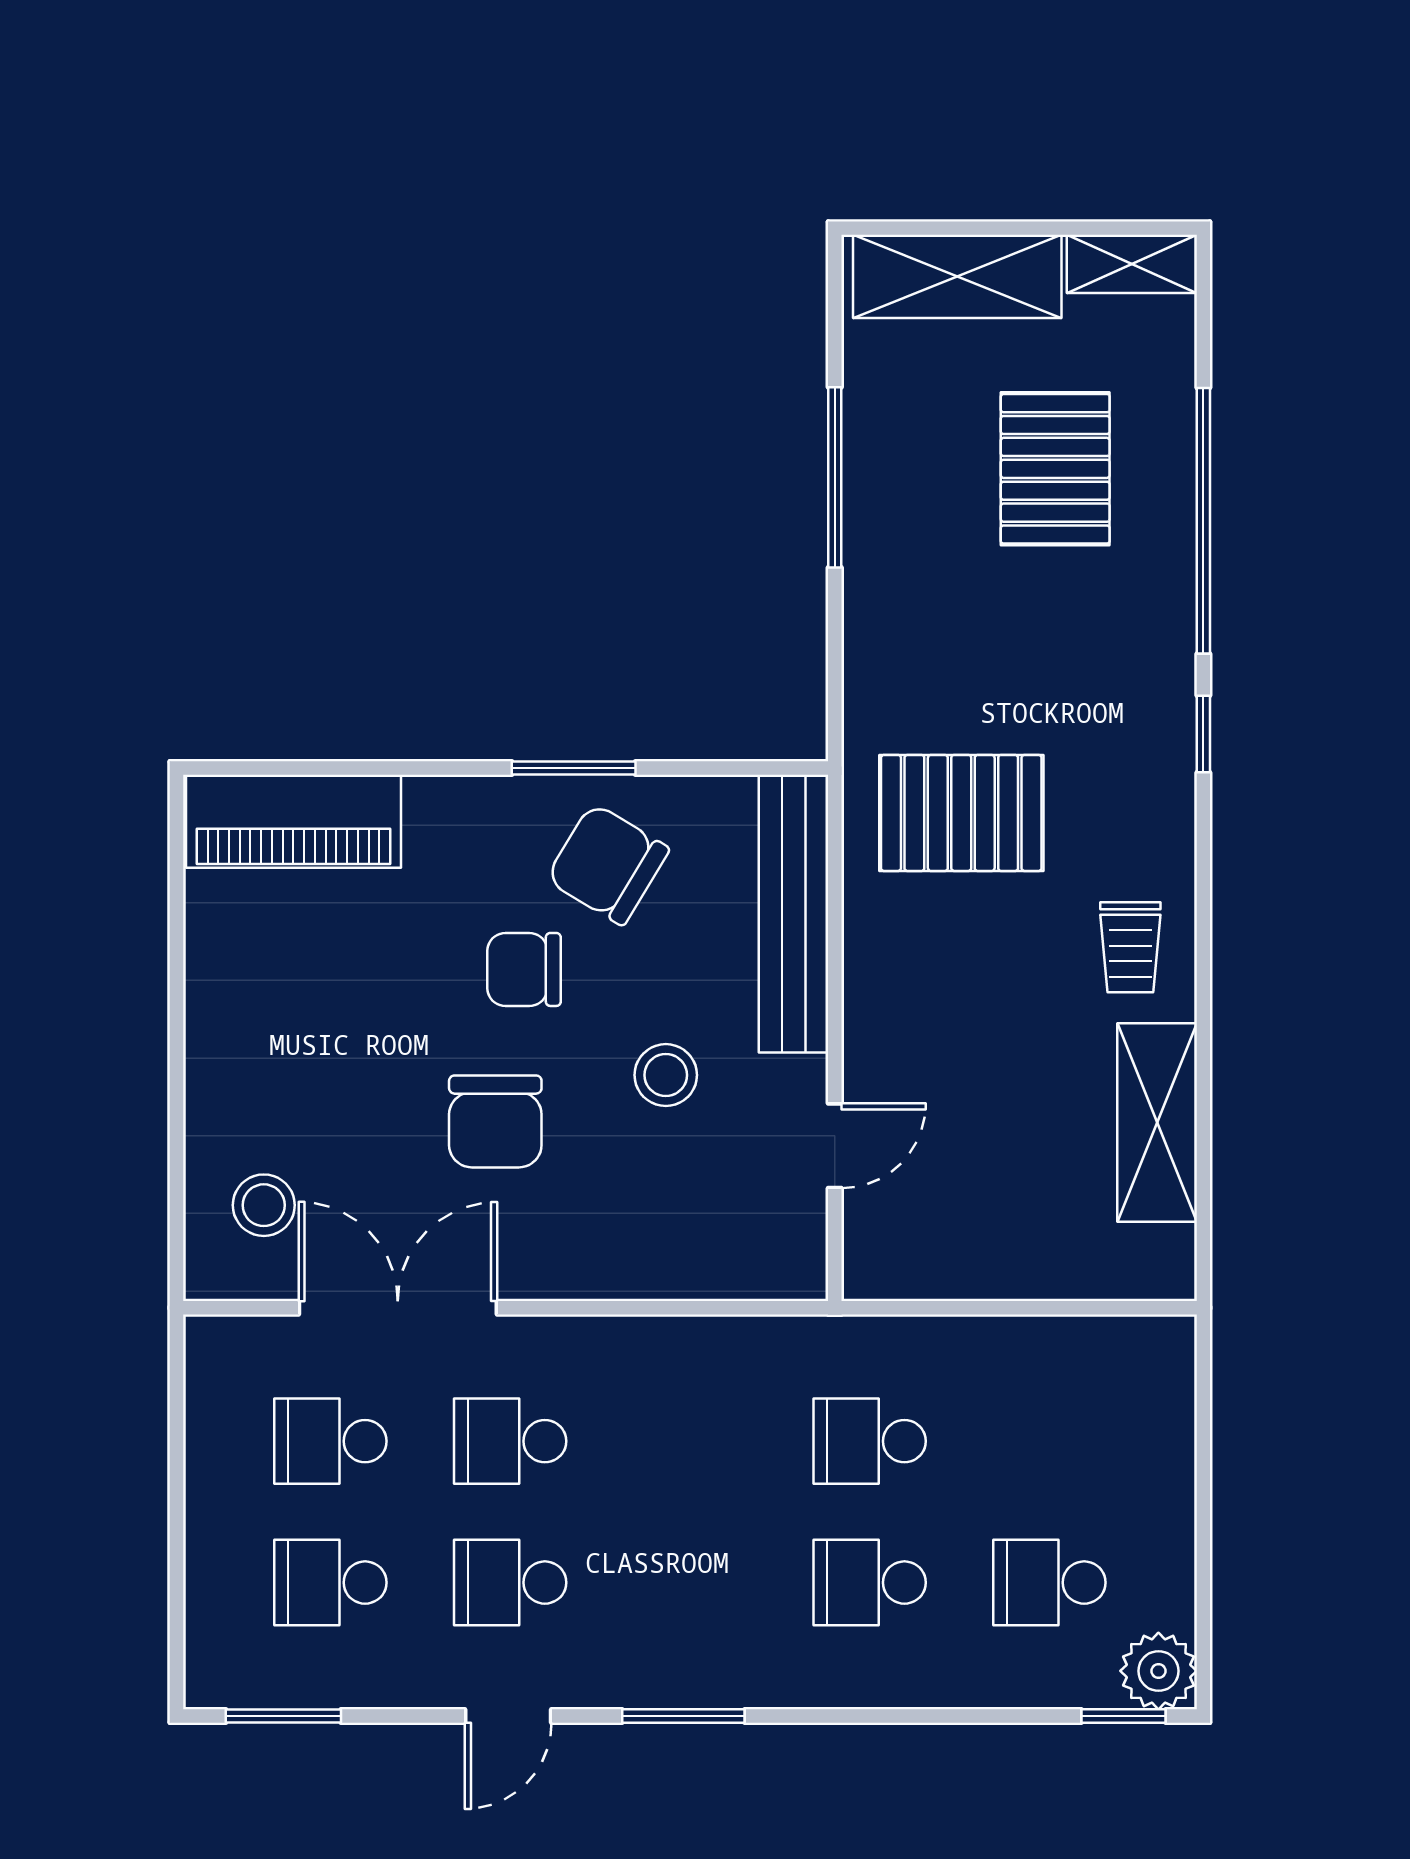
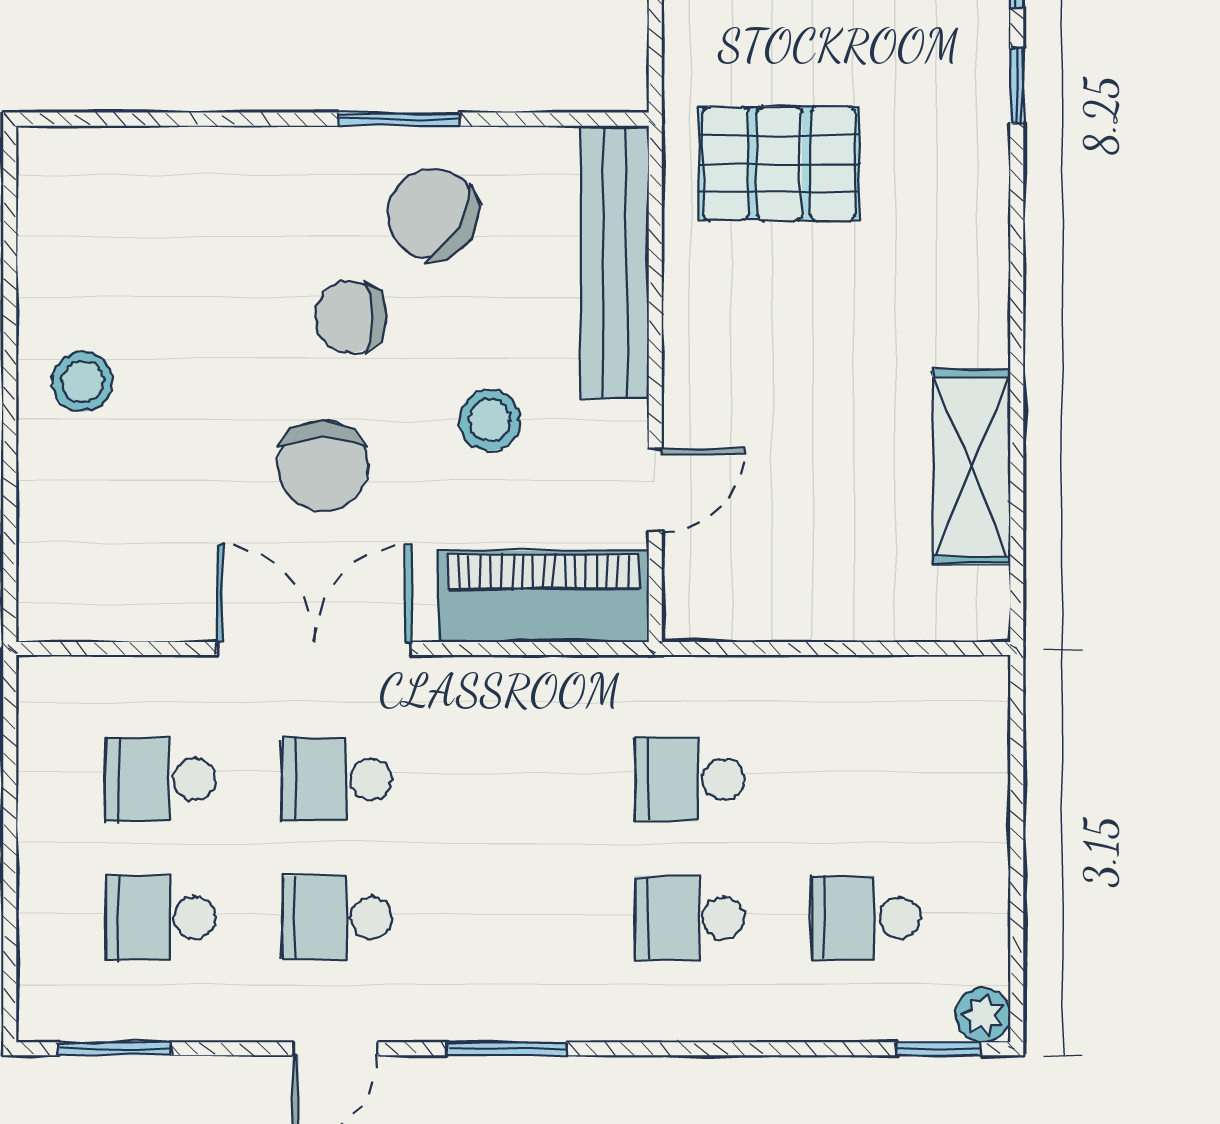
piano: (293, 821) -> (544, 596), moved, turned 180
trolley: (1130, 947) -> (945, 295), removed
stool: (264, 1205) -> (83, 381), moved
double door: (398, 1308) -> (314, 649), moved
plant: (1158, 1671) -> (983, 1015), width x0.73, depth x0.73

